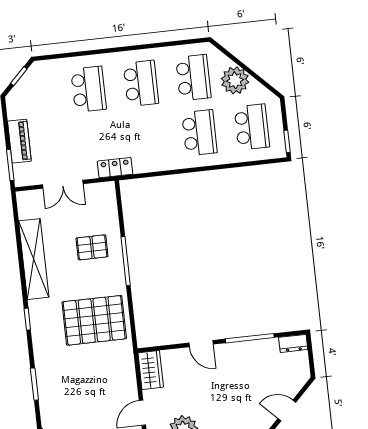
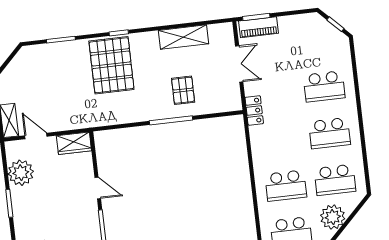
piano: (19, 141) -> (259, 27), moved
double door: (63, 184) -> (239, 64), swing flipped
shelving: (34, 259) -> (184, 37), width x0.68
pallet: (94, 320) -> (111, 65), moved
door: (201, 344) -> (98, 188), swing flipped

